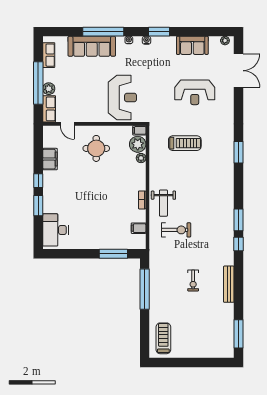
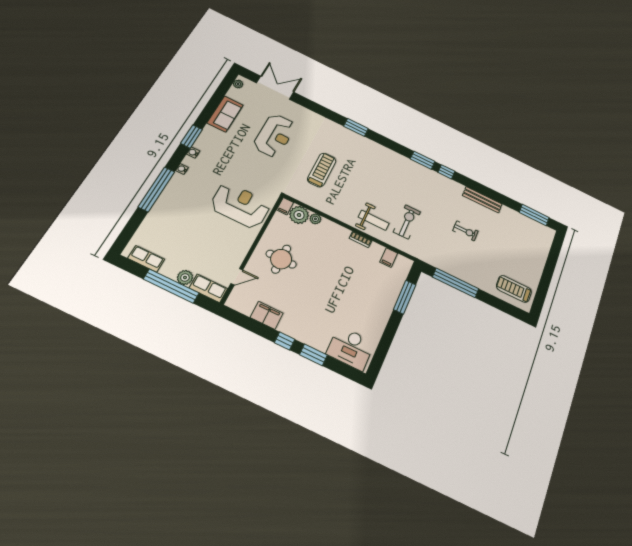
sofa: (92, 46) -> (165, 209), removed

